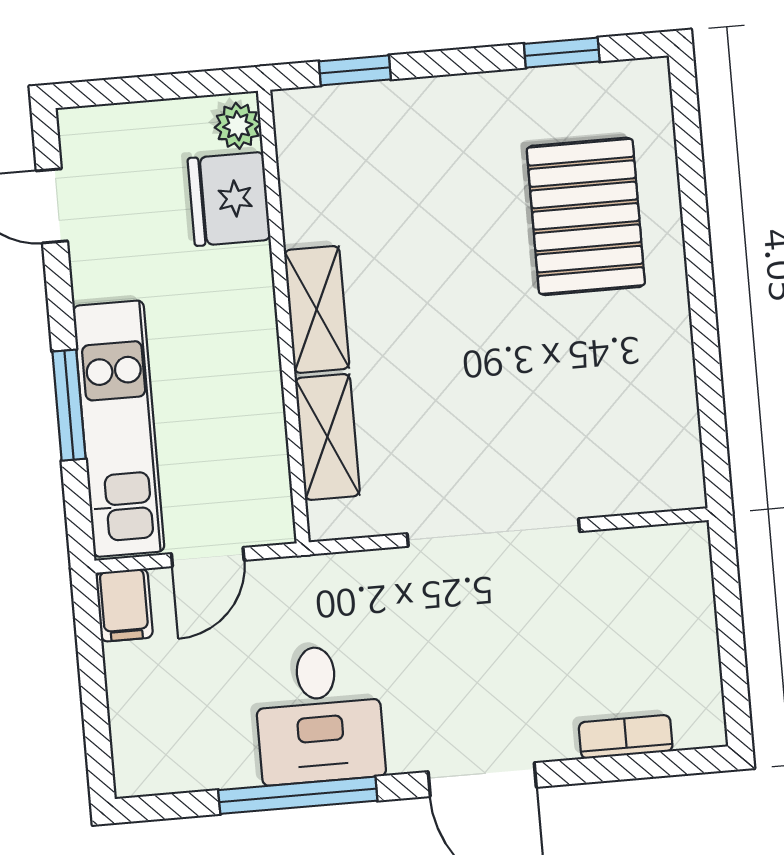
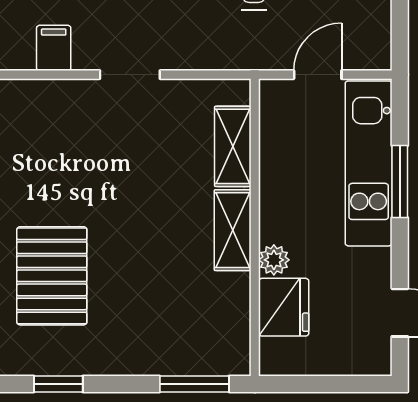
window: (355, 70) -> (194, 384), width x1.50
plant: (238, 126) -> (274, 260), moved
doorway: (493, 533) -> (130, 75), width x0.53
filing cabinet: (124, 605) -> (54, 48), moved

